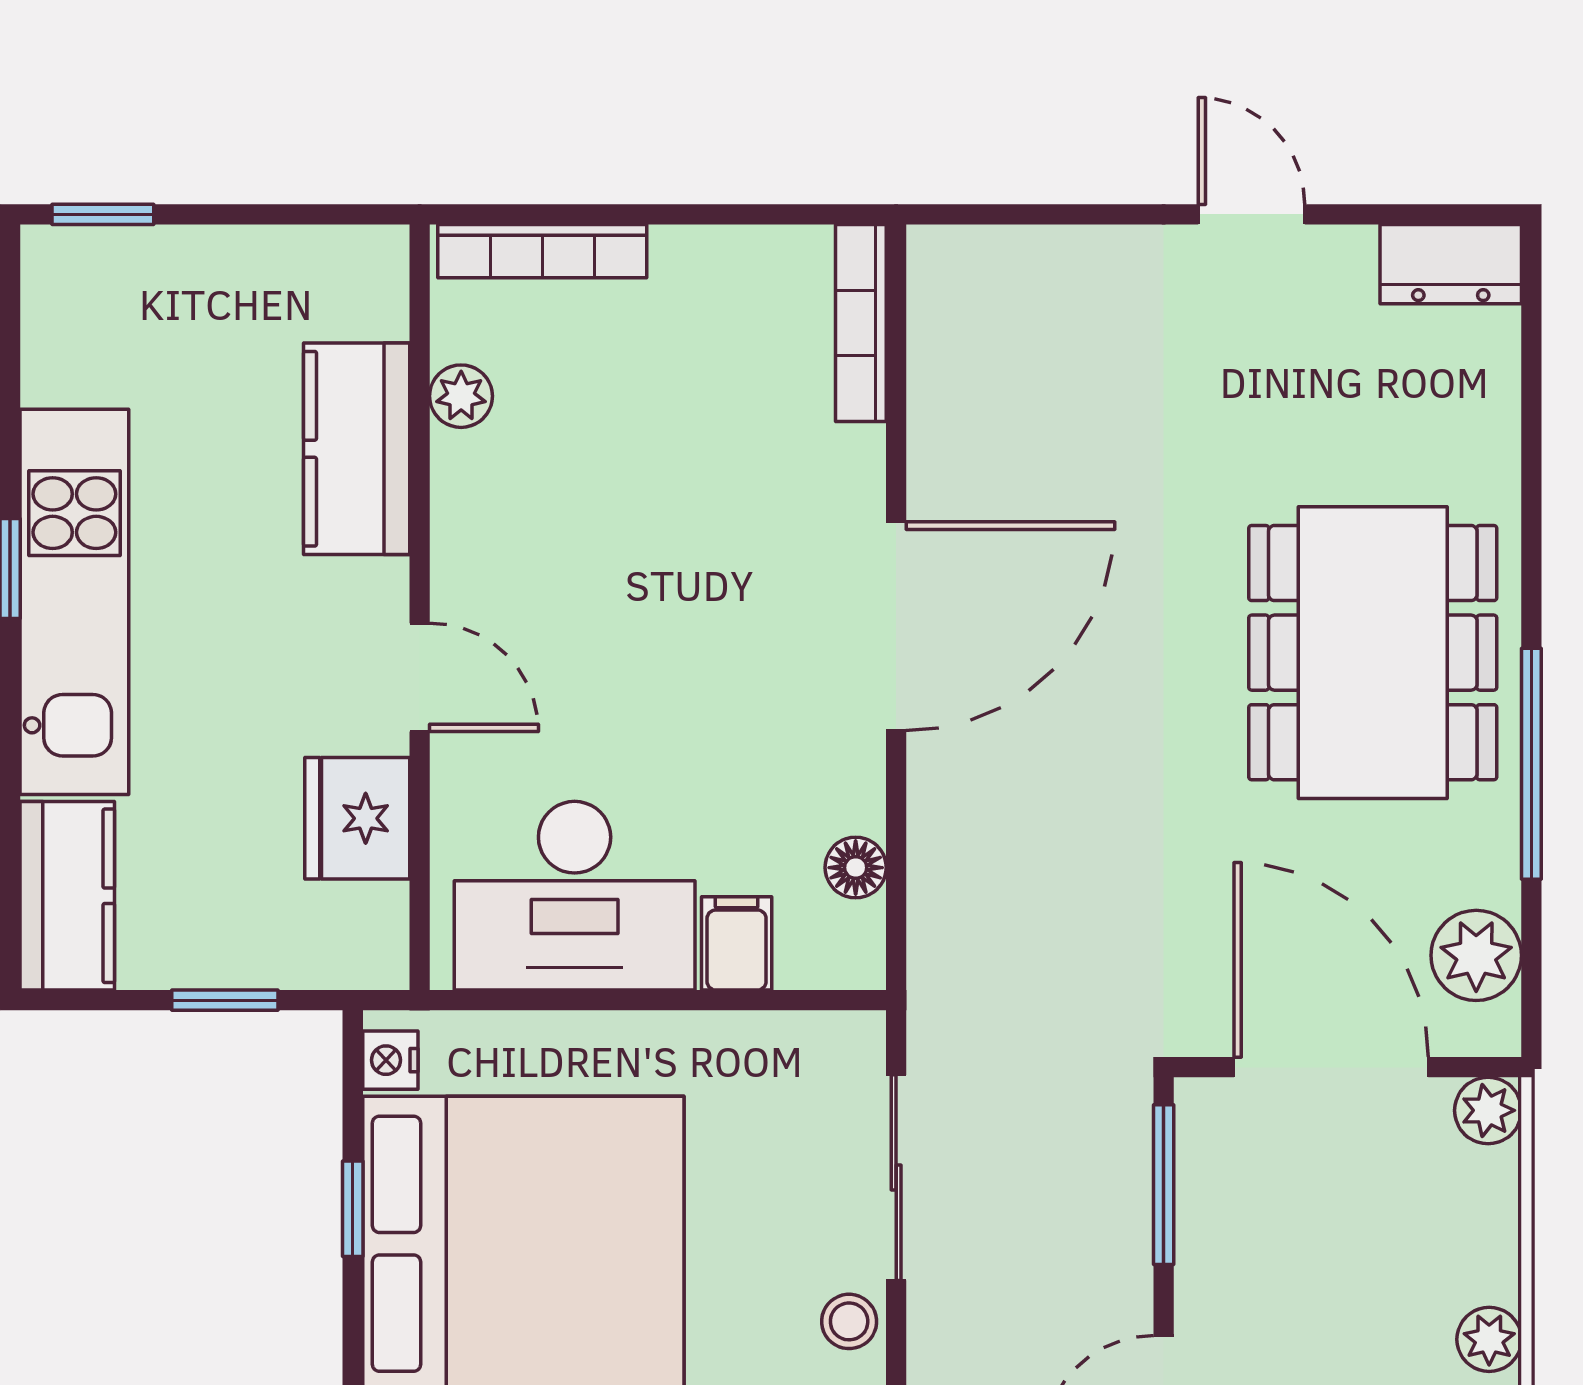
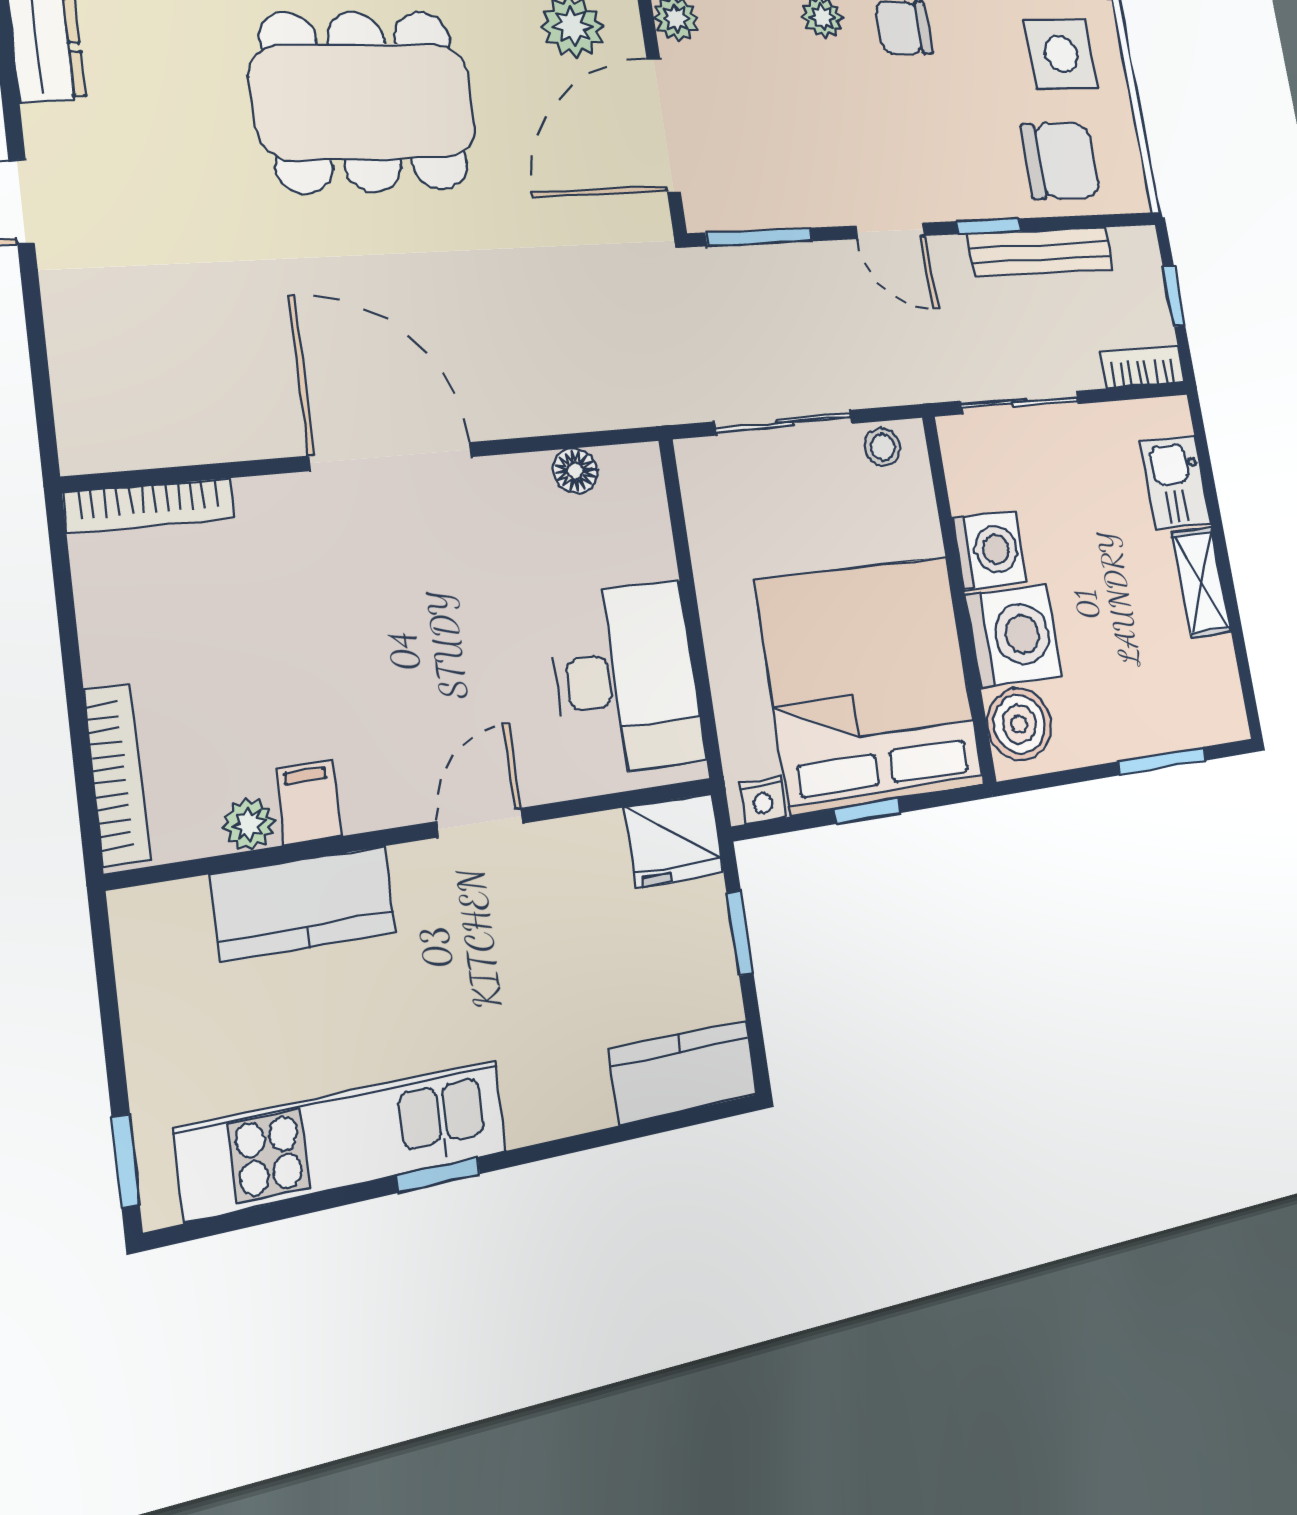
kitchen unit: (74, 602) -> (344, 1140), moved
fridge: (357, 818) -> (674, 840), moved
filing cabinet: (737, 943) -> (308, 802), moved, turned 90

